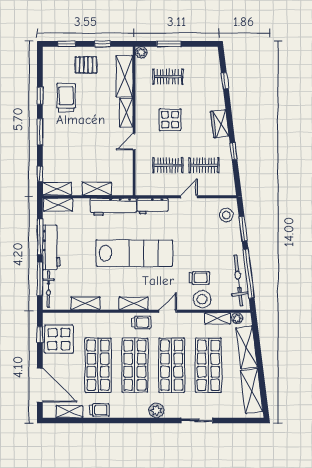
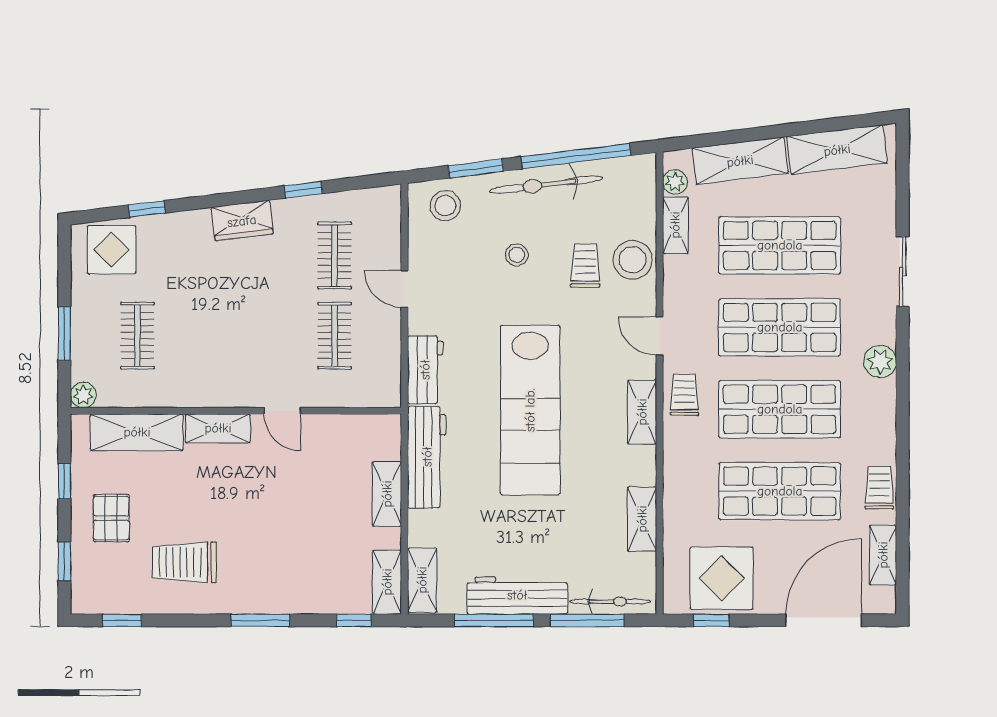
window: (40, 96) -> (122, 620), moved
display table: (170, 120) -> (112, 250), moved
stool: (204, 247) -> (517, 255), added
lab bench: (134, 253) -> (530, 410), turned 180
bicycle: (238, 280) -> (546, 185), moved

